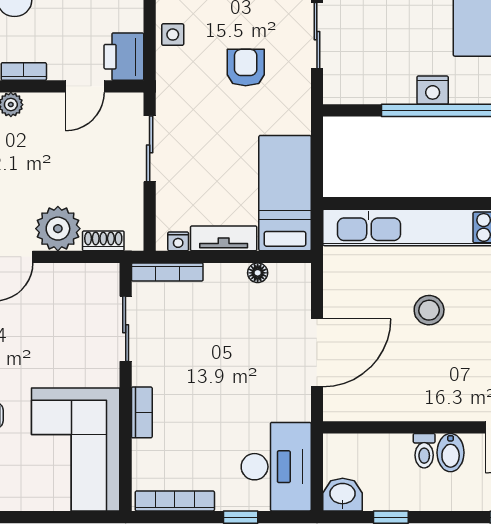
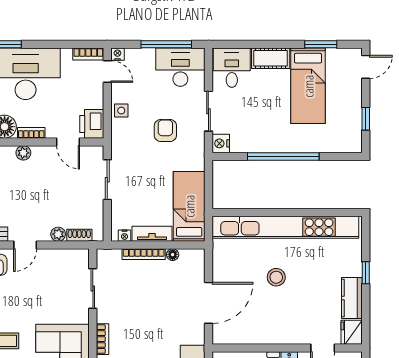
door: (85, 86) -> (68, 142), hinge flipped
nightstand: (433, 90) -> (221, 143), moved, turned 90
plant: (58, 229) -> (58, 234), width x0.53, depth x0.53
bookcase: (167, 272) -> (144, 254), moved

